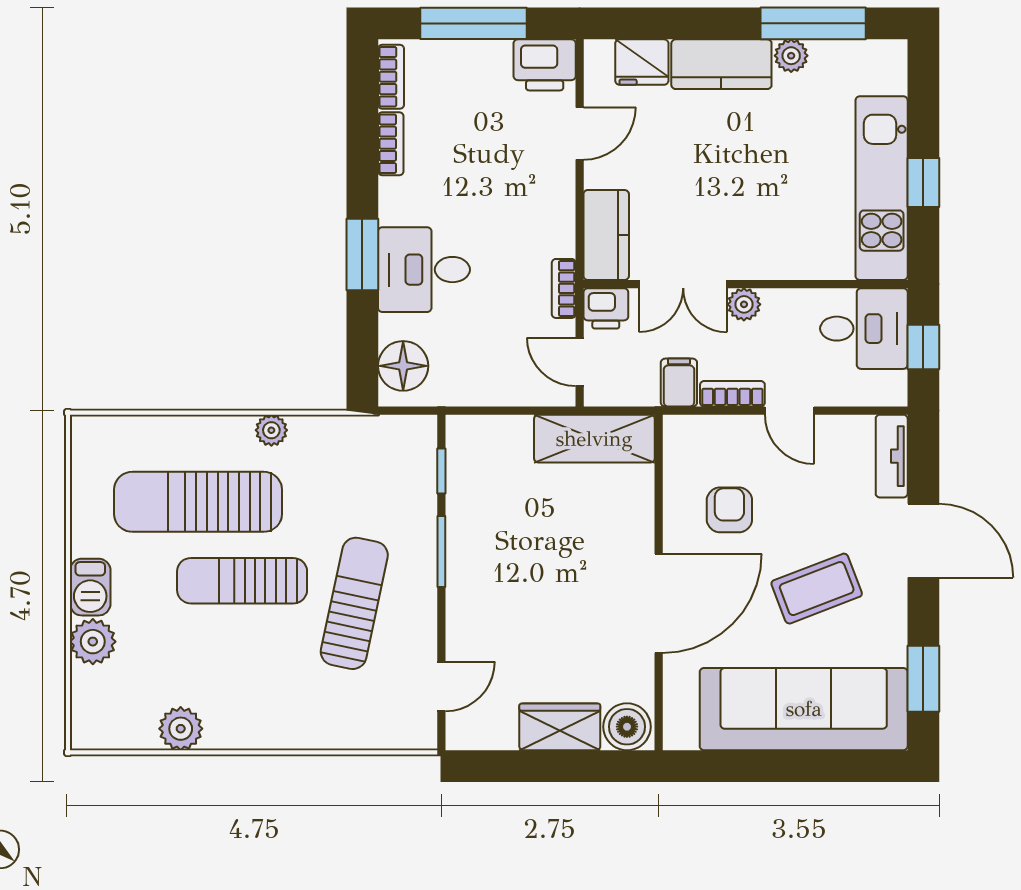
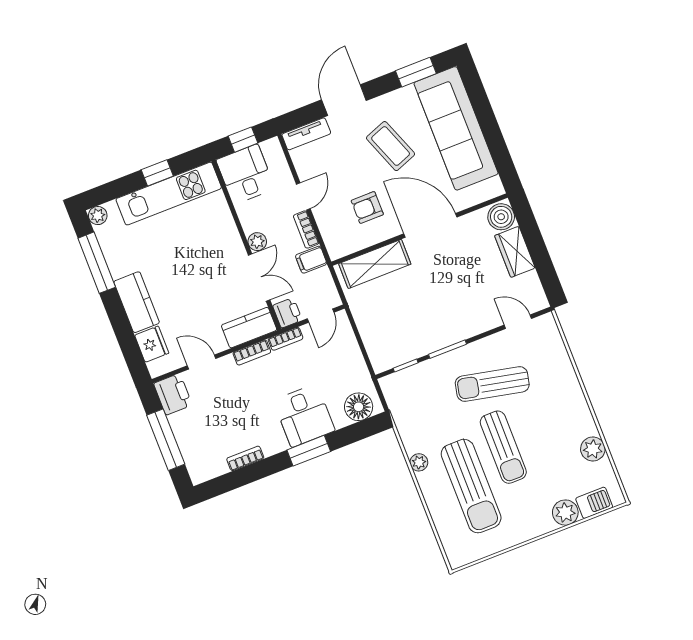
plant: (791, 56) -> (98, 216), moved
bookcase: (391, 77) -> (252, 353), moved, turned 180
shelving: (594, 439) -> (375, 264), moved, turned 90
barbecue: (90, 587) -> (594, 503), moved

